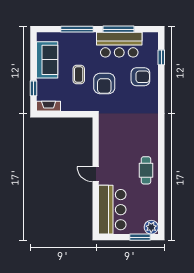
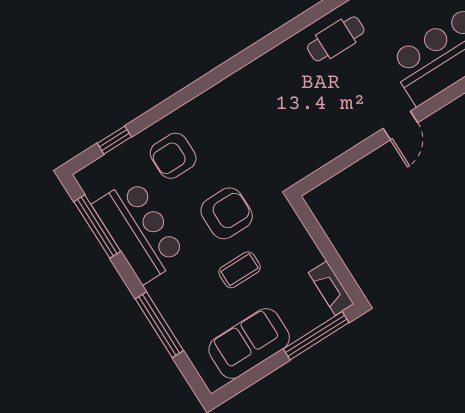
window: (118, 29) -> (97, 227), moved
armchair: (140, 77) -> (173, 156), turned -90
window: (33, 88) -> (316, 336), width x2.17

